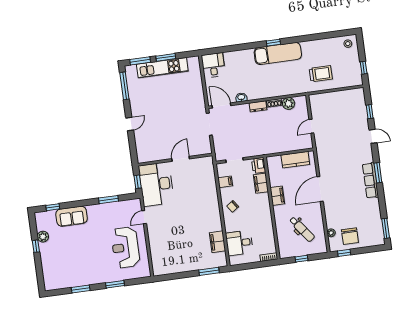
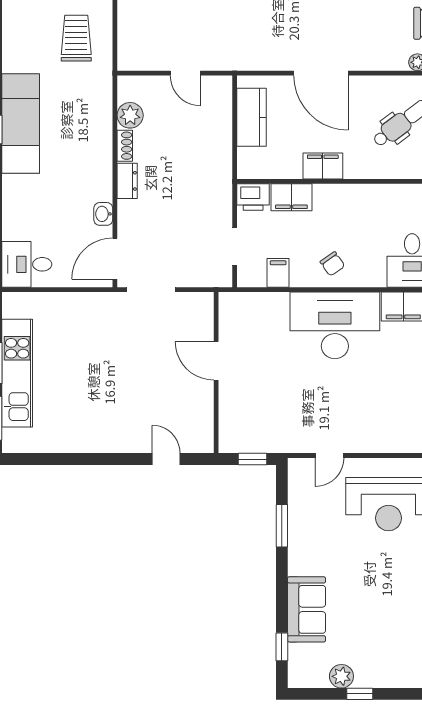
window: (124, 86) -> (45, 459), removed
door: (130, 124) -> (166, 459), moved
desk: (156, 184) -> (335, 325), moved, turned 180
door: (144, 217) -> (330, 456), hinge flipped

